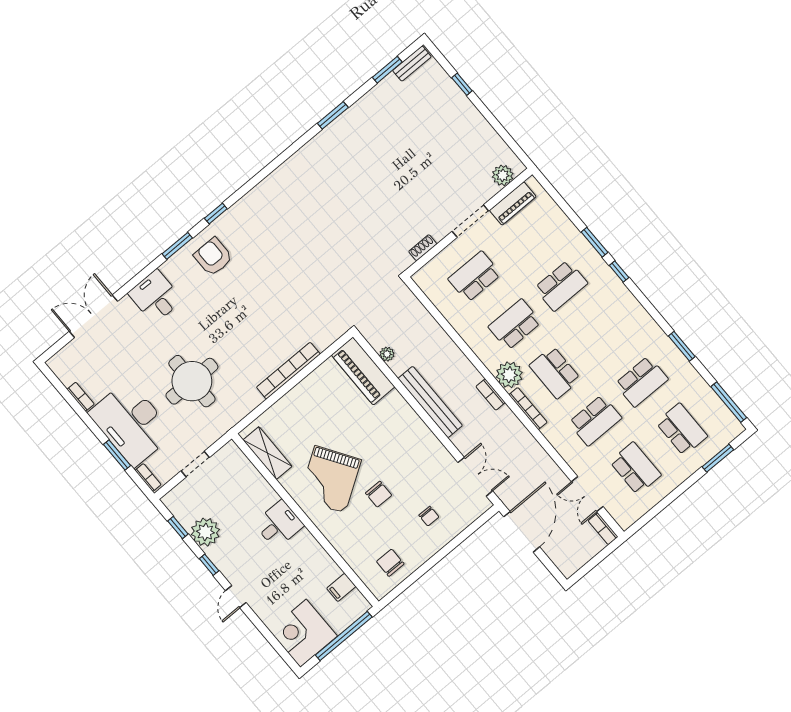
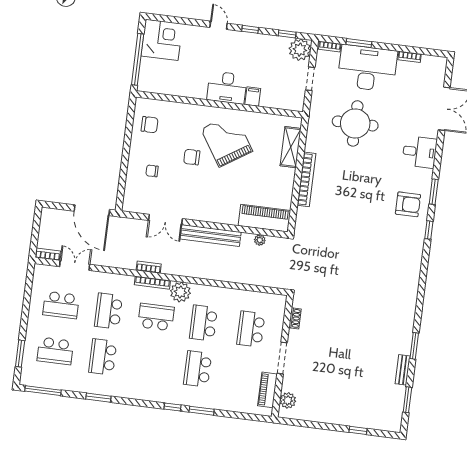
bench: (412, 64) -> (403, 370), moved
school desk: (475, 277) -> (251, 329), turned 180
school desk: (515, 325) -> (203, 323), turned 180
bookcase: (491, 395) -> (149, 267), moved
shelving: (267, 453) -> (291, 147), moved, turned 90
double door: (475, 477) -> (165, 220), moved
desk: (279, 524) -> (227, 88), width x1.37
plant: (205, 532) -> (300, 50), moved
filing cabinet: (341, 587) -> (253, 97), moved

